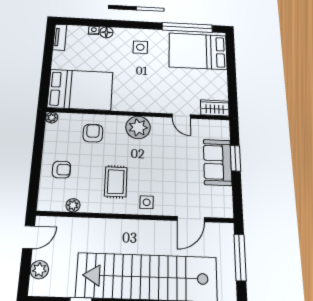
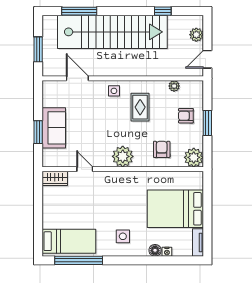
bed: (198, 51) -> (69, 241), width x0.67
bed: (80, 90) -> (175, 209), moved
plant: (52, 118) -> (194, 157), width x1.88, depth x1.88
armchair: (93, 133) -> (162, 149), turned 180
window: (37, 160) -> (207, 123), added
door: (191, 219) -> (77, 78), hinge flipped
window: (240, 257) -> (38, 49), width x0.69

